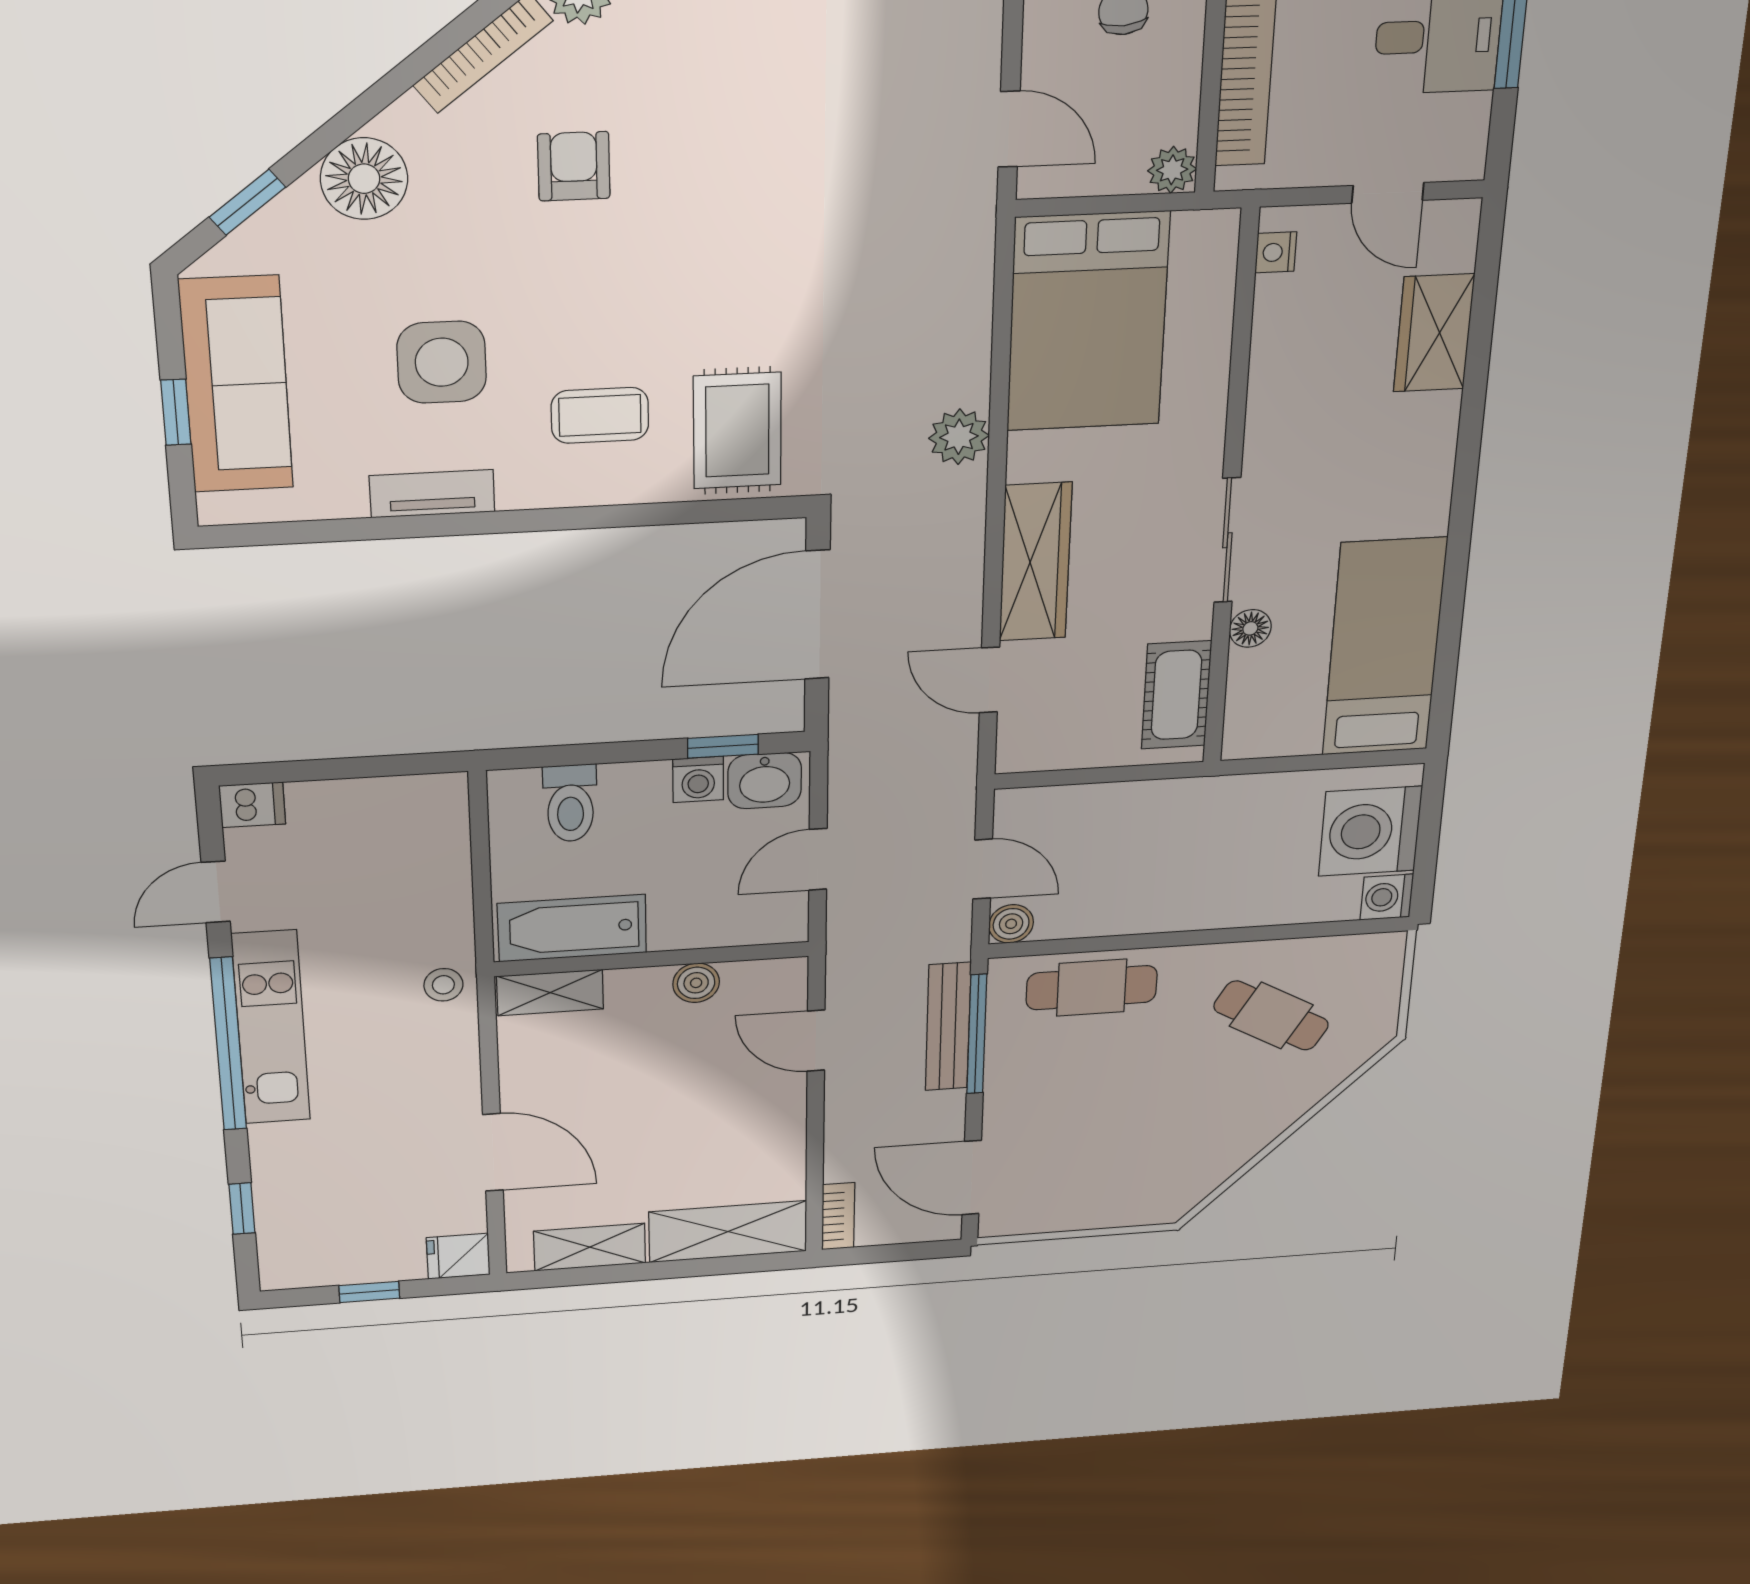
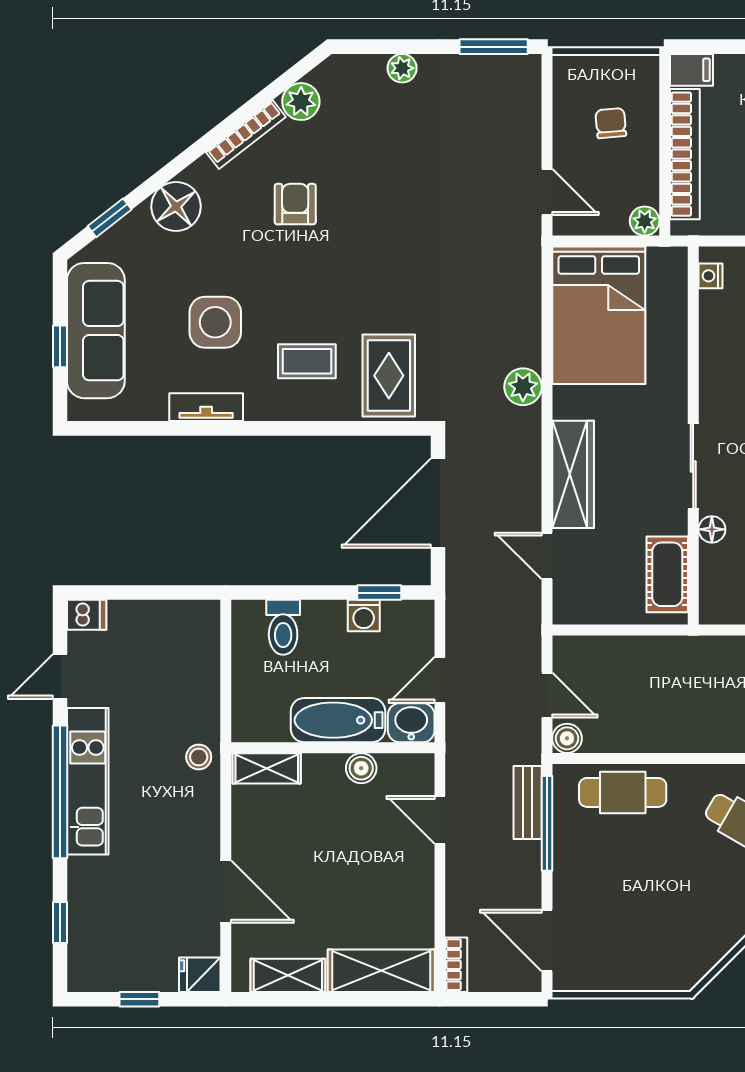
washbasin: (765, 781) -> (411, 723), moved, turned 180
bathtub: (572, 928) -> (338, 720), moved
bench: (948, 1027) -> (528, 803), width x0.73

